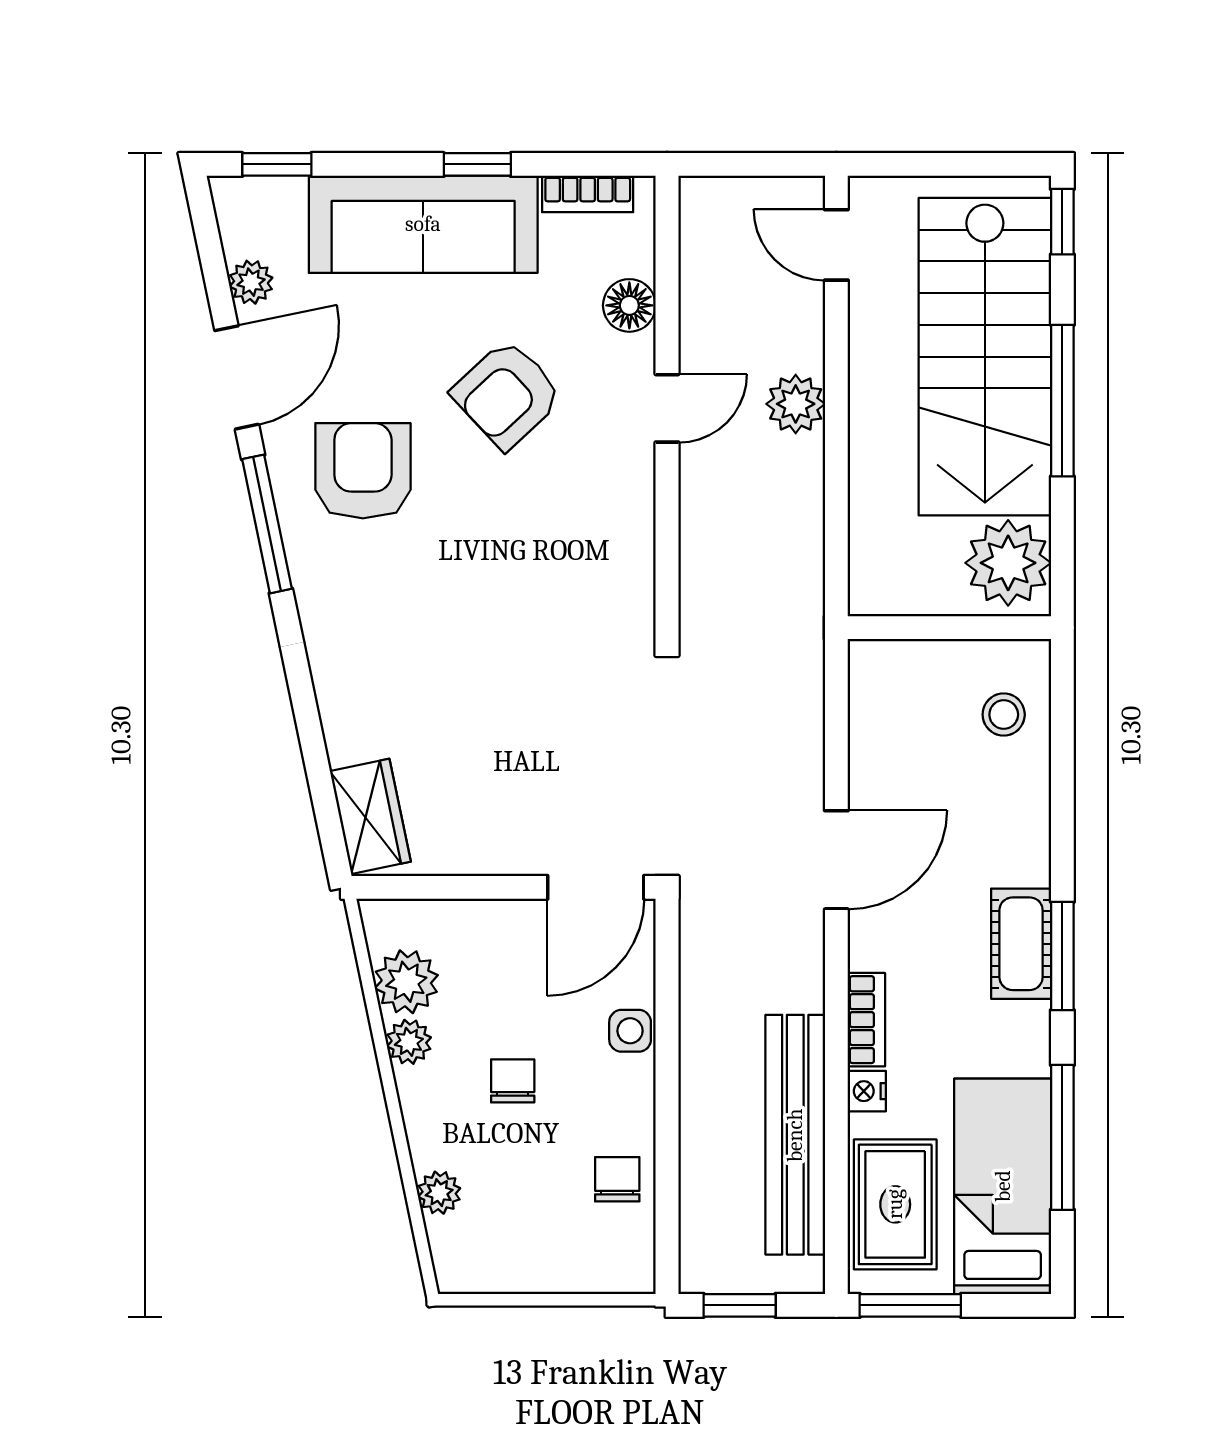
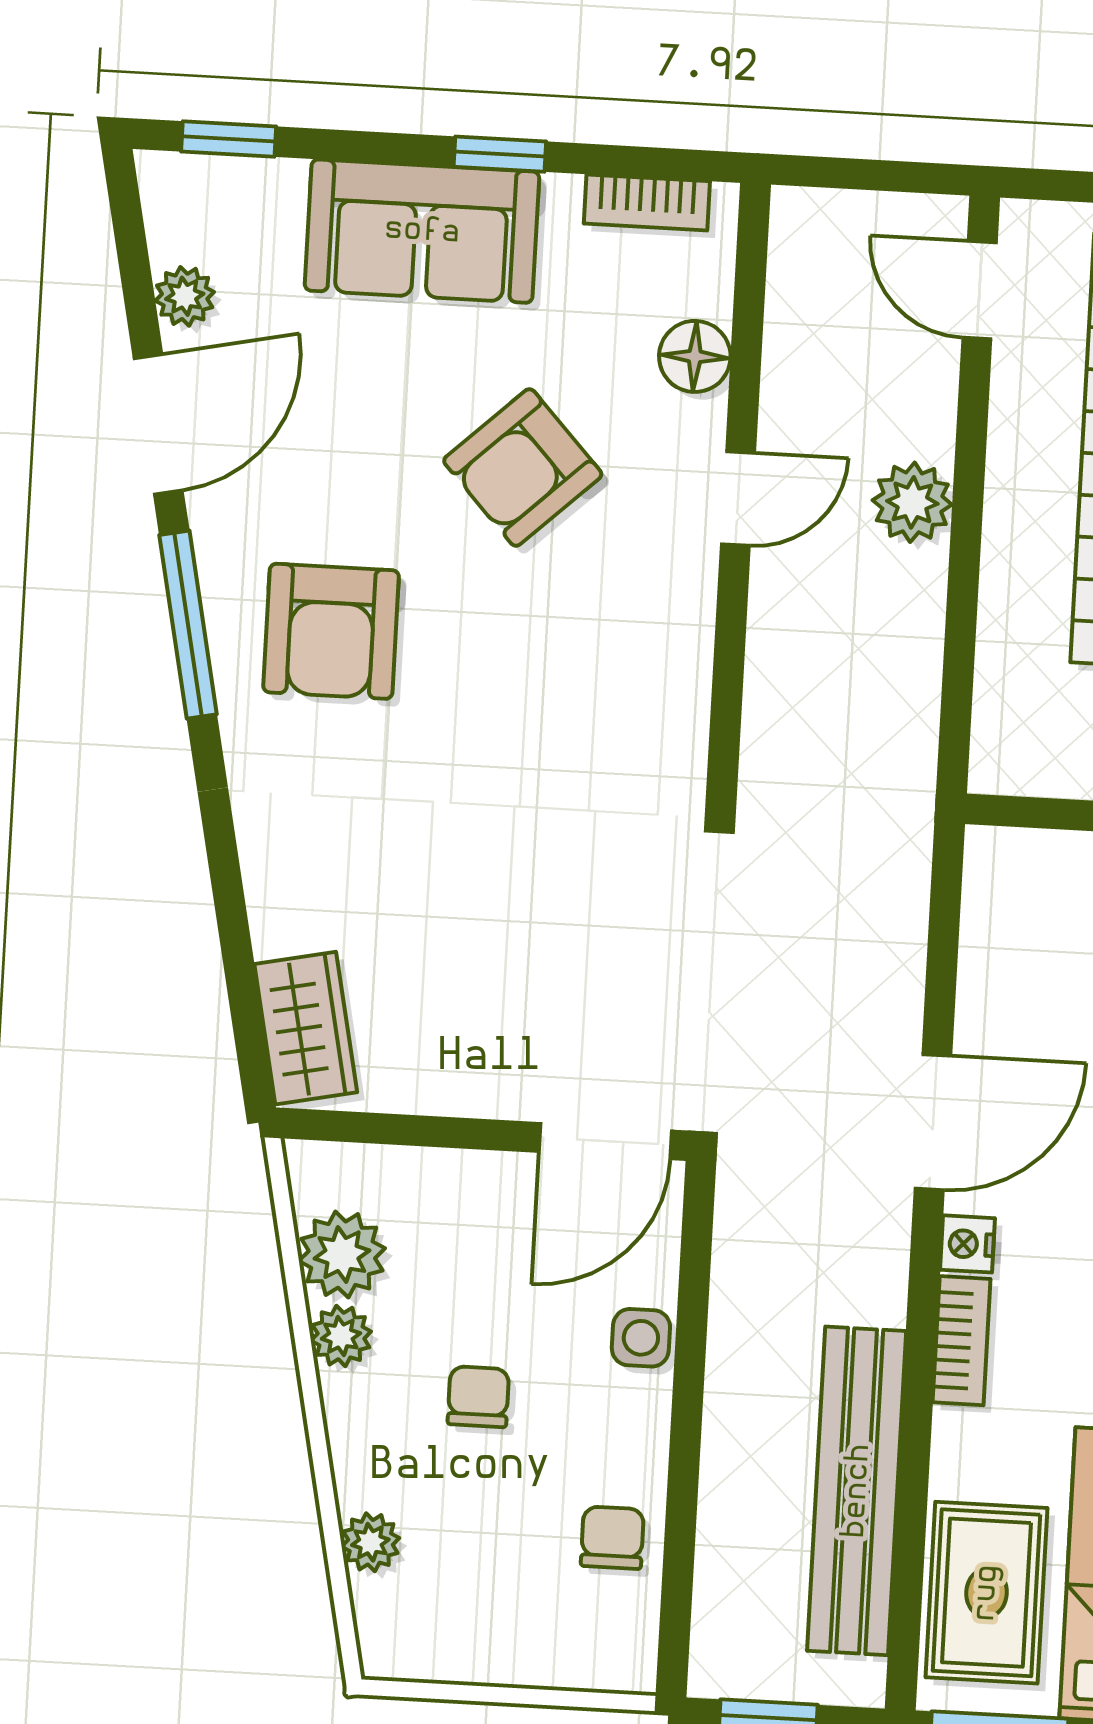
sofa: (423, 224) -> (422, 231), width x0.73
armchair: (363, 471) -> (331, 631), moved, turned 180
nightstand: (867, 1091) -> (967, 1244), moved

